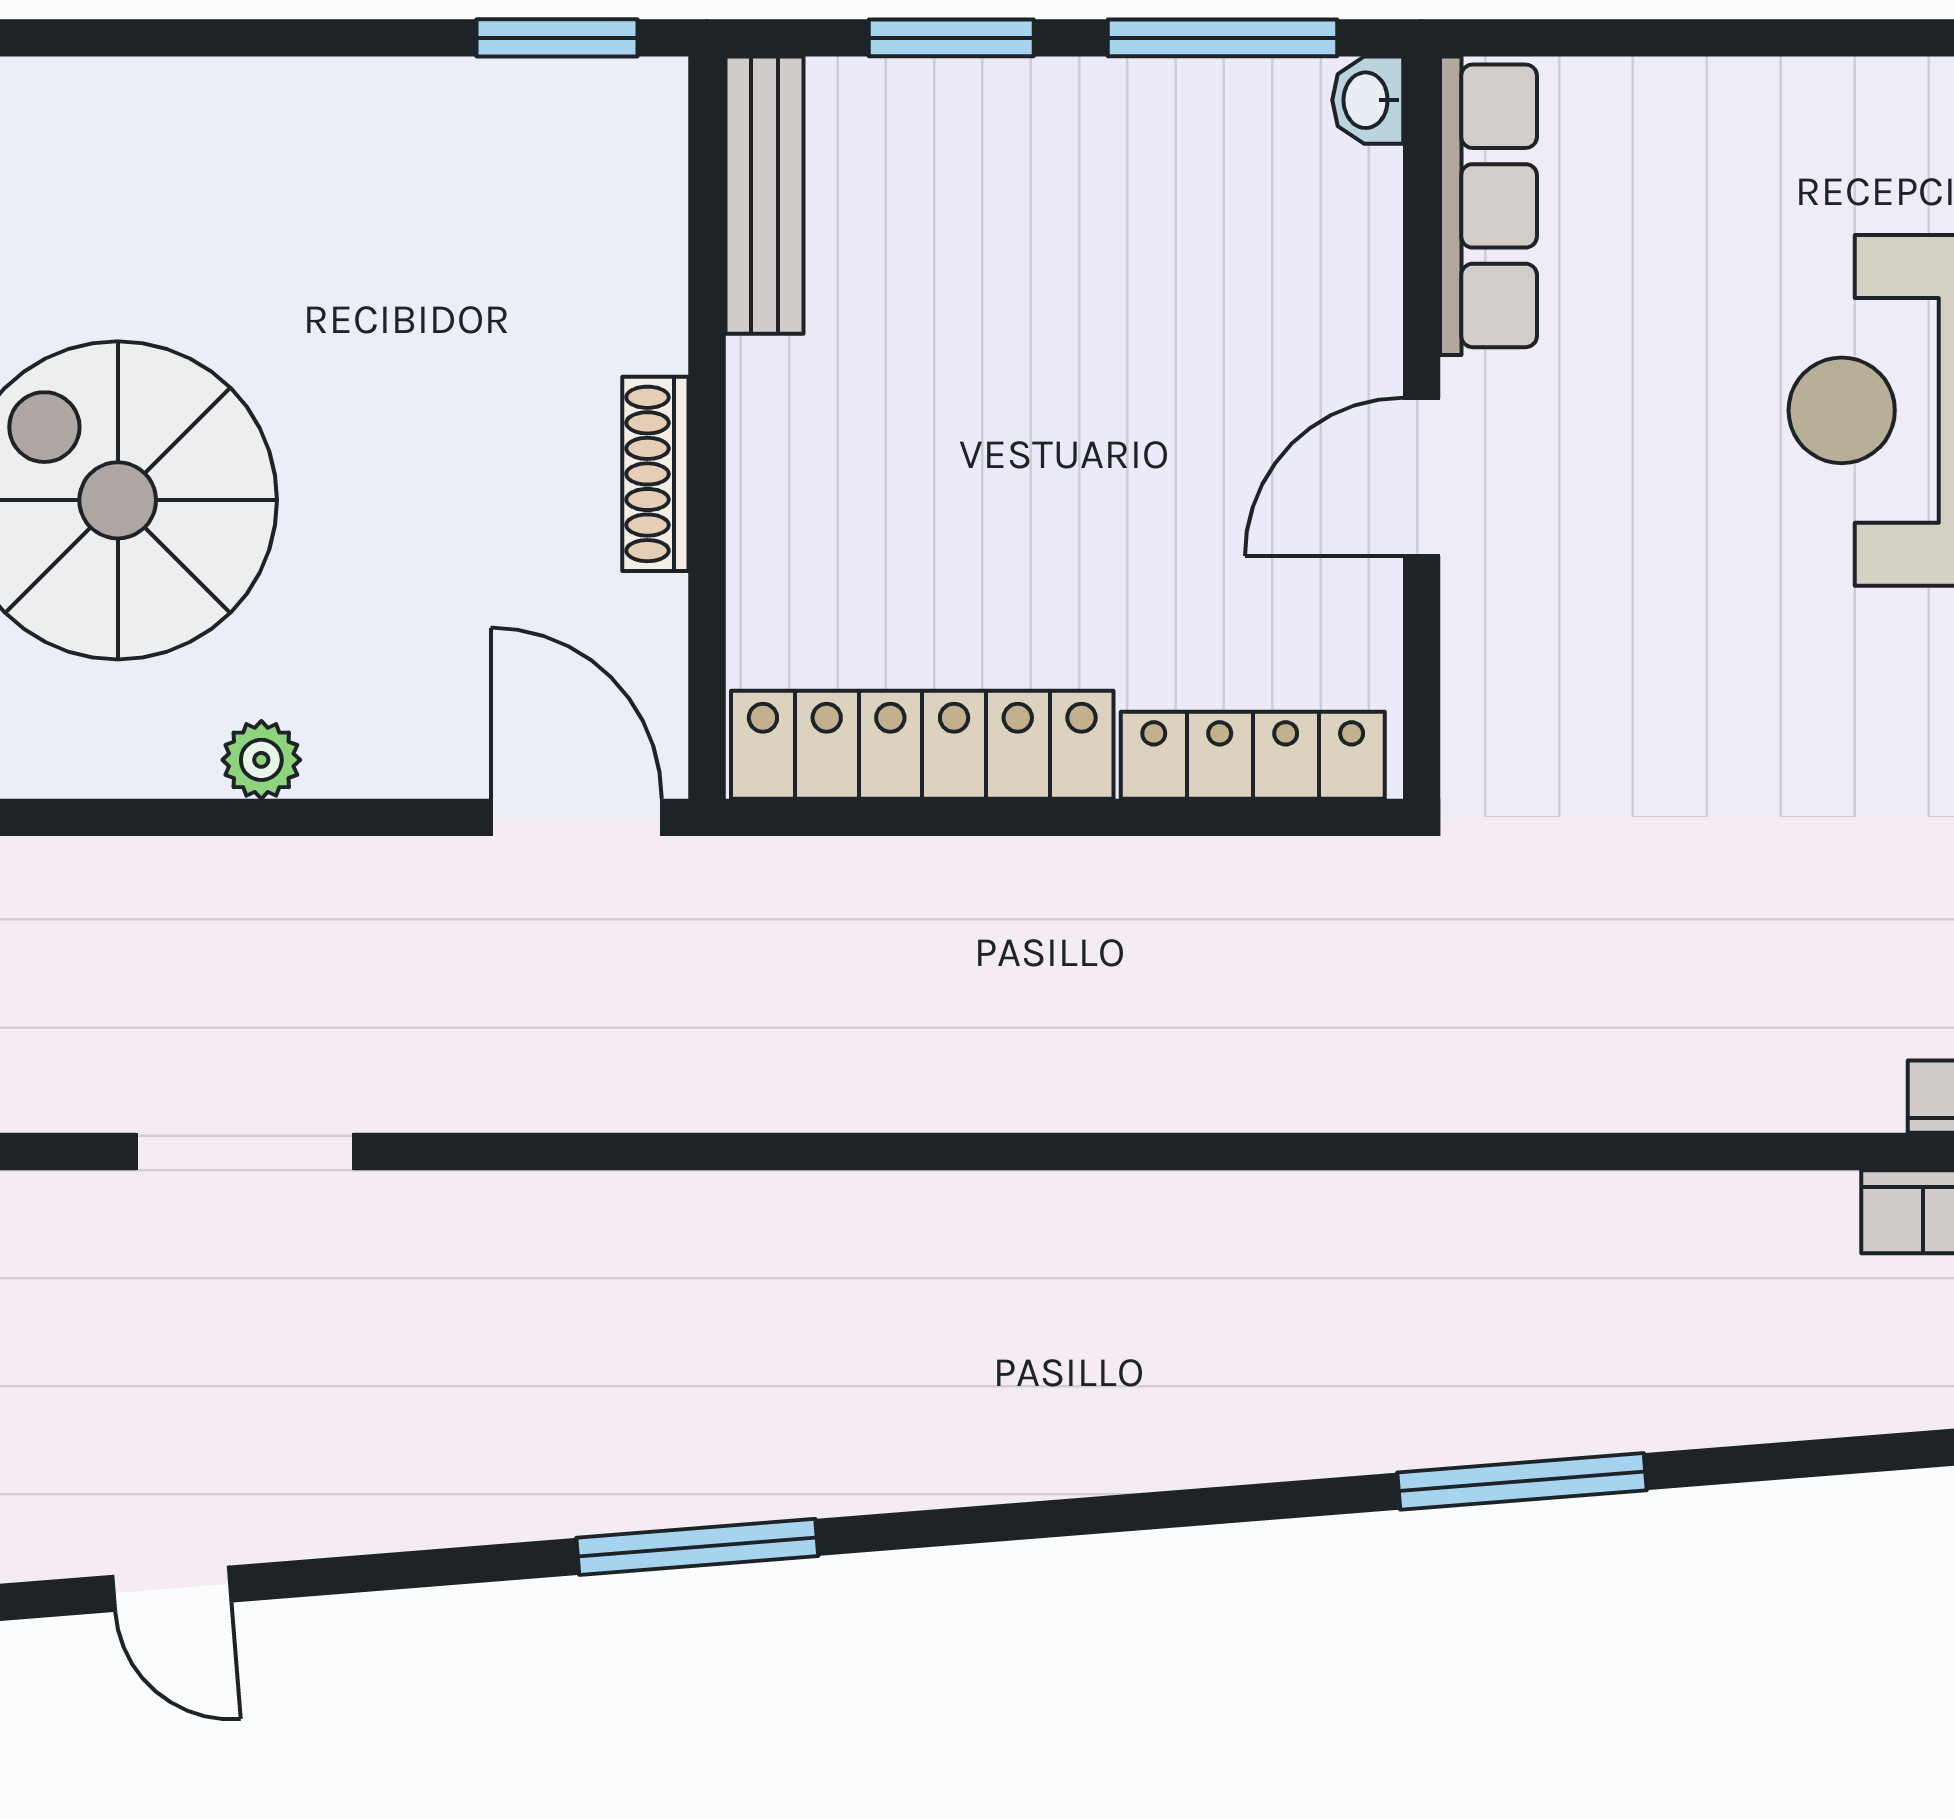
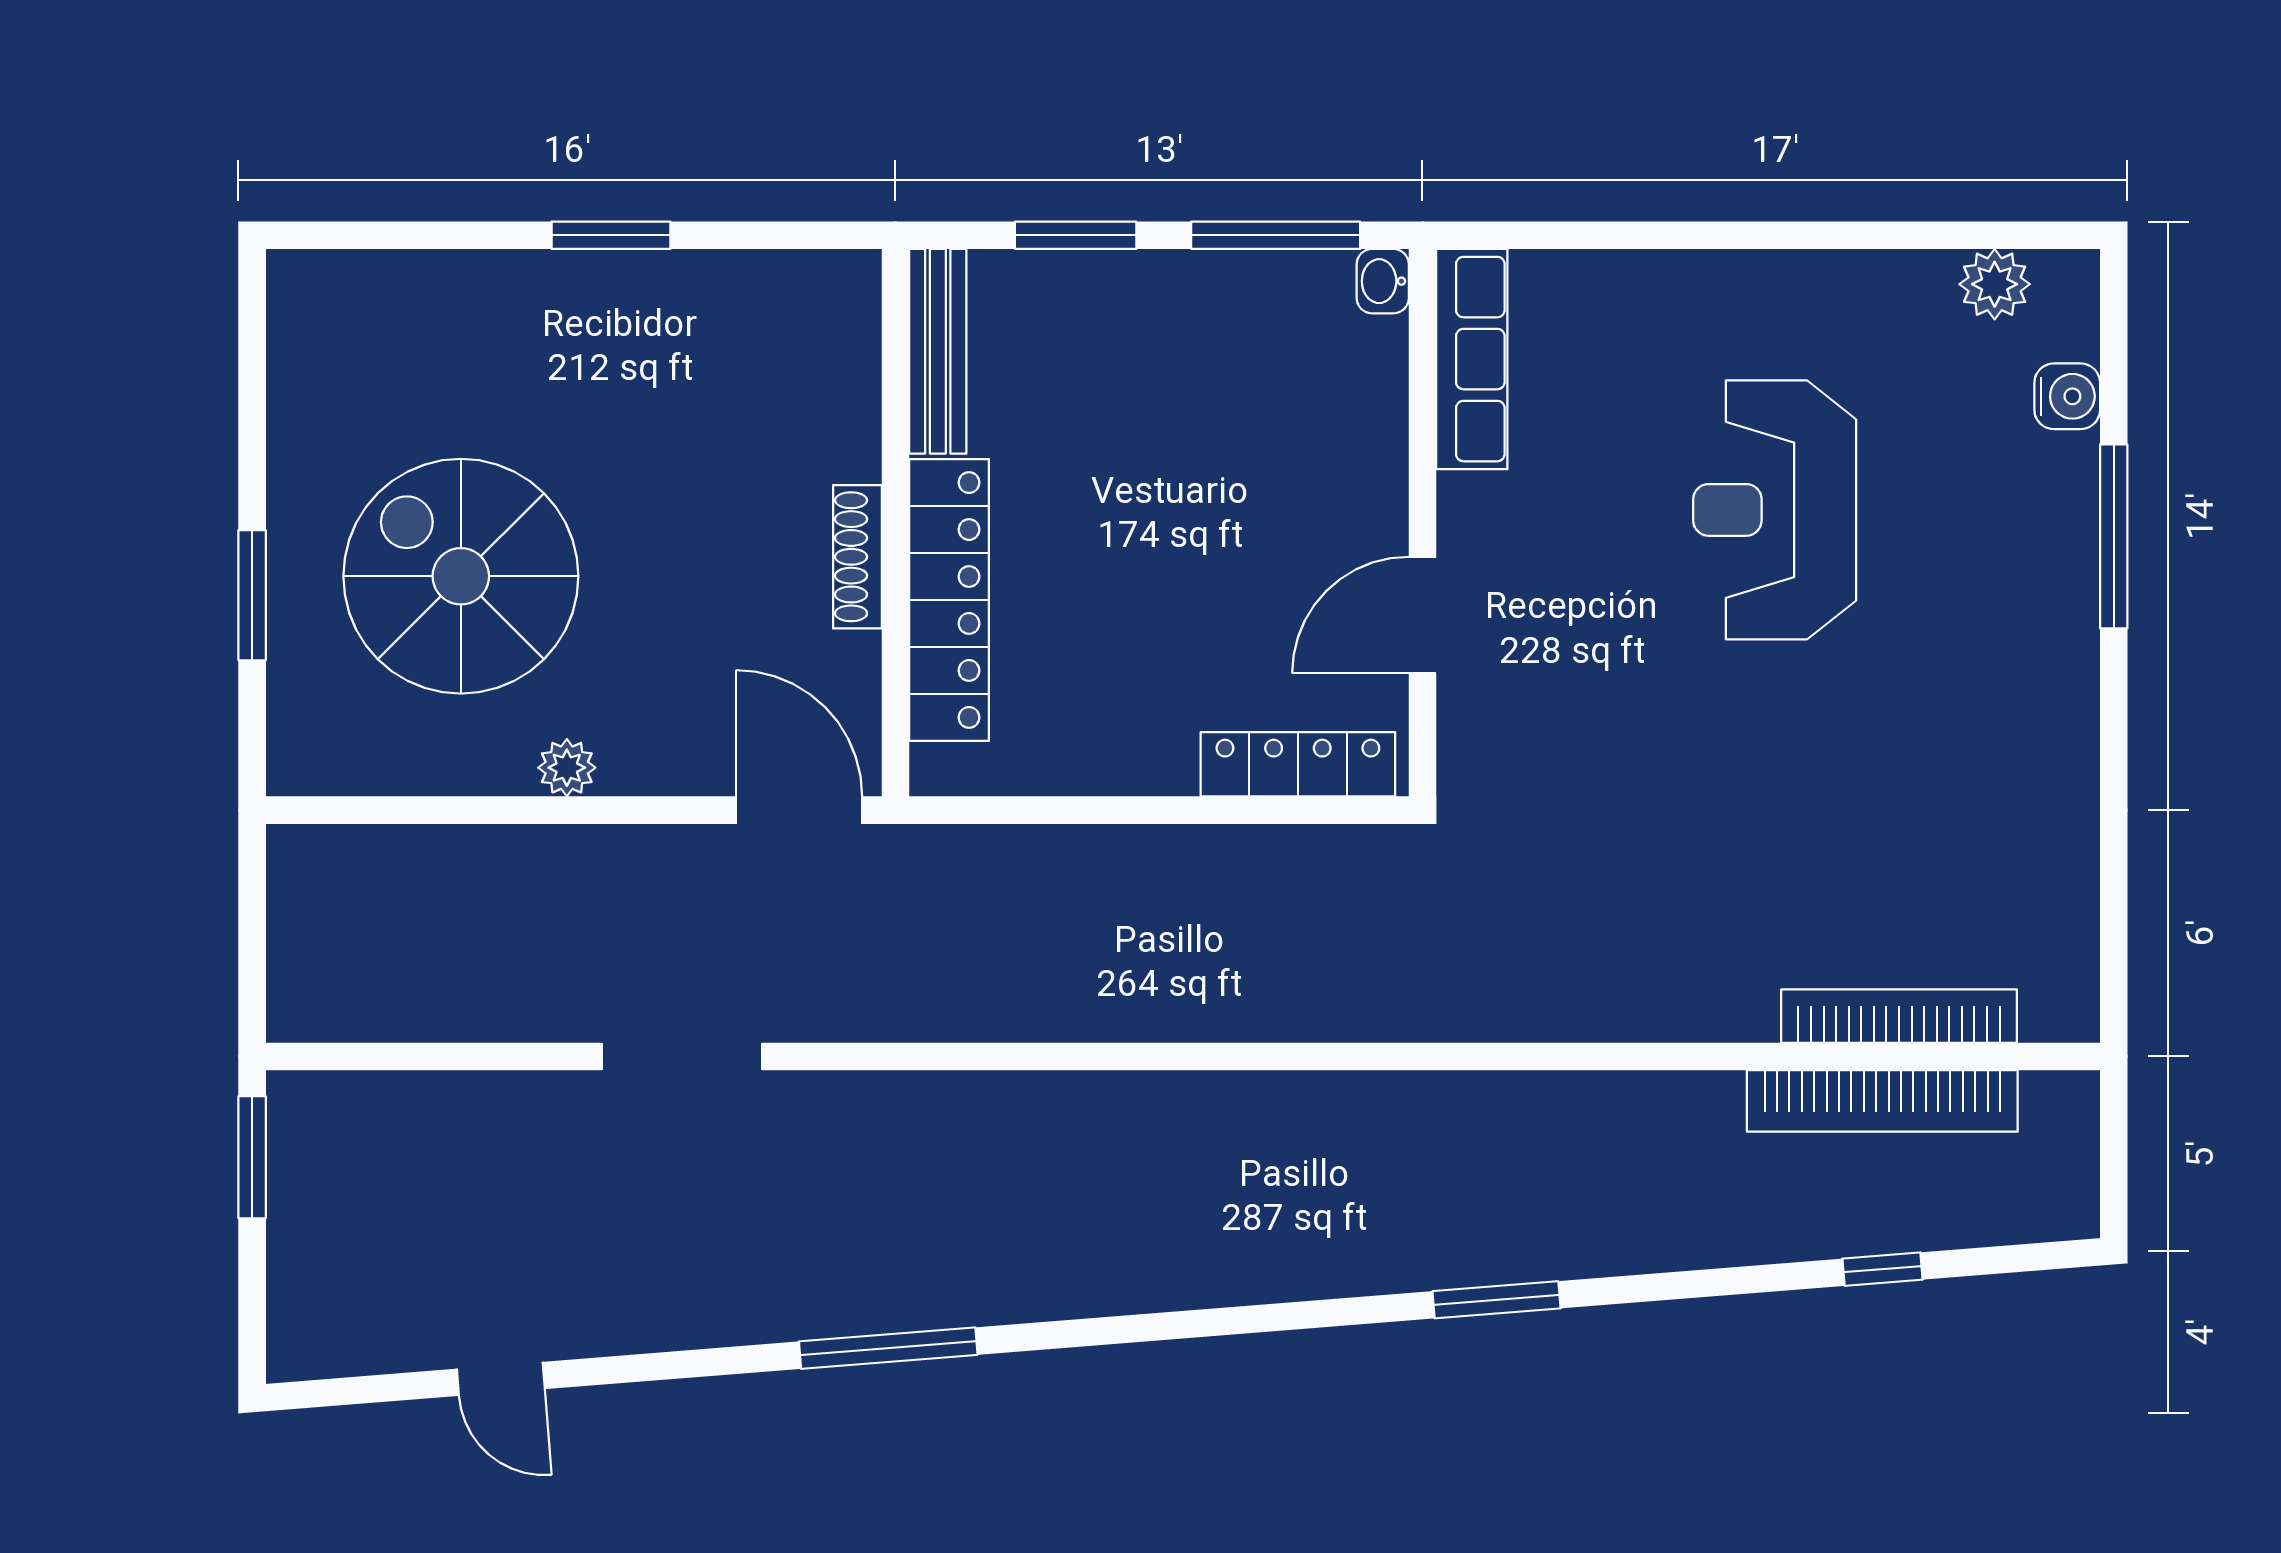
window: (557, 38) -> (611, 235), moved
door: (1422, 477) -> (1422, 615), moved
locker: (922, 745) -> (949, 600), moved, turned 90
doorway: (245, 1151) -> (682, 1056), moved
window: (1522, 1481) -> (1497, 1300), width x0.69

